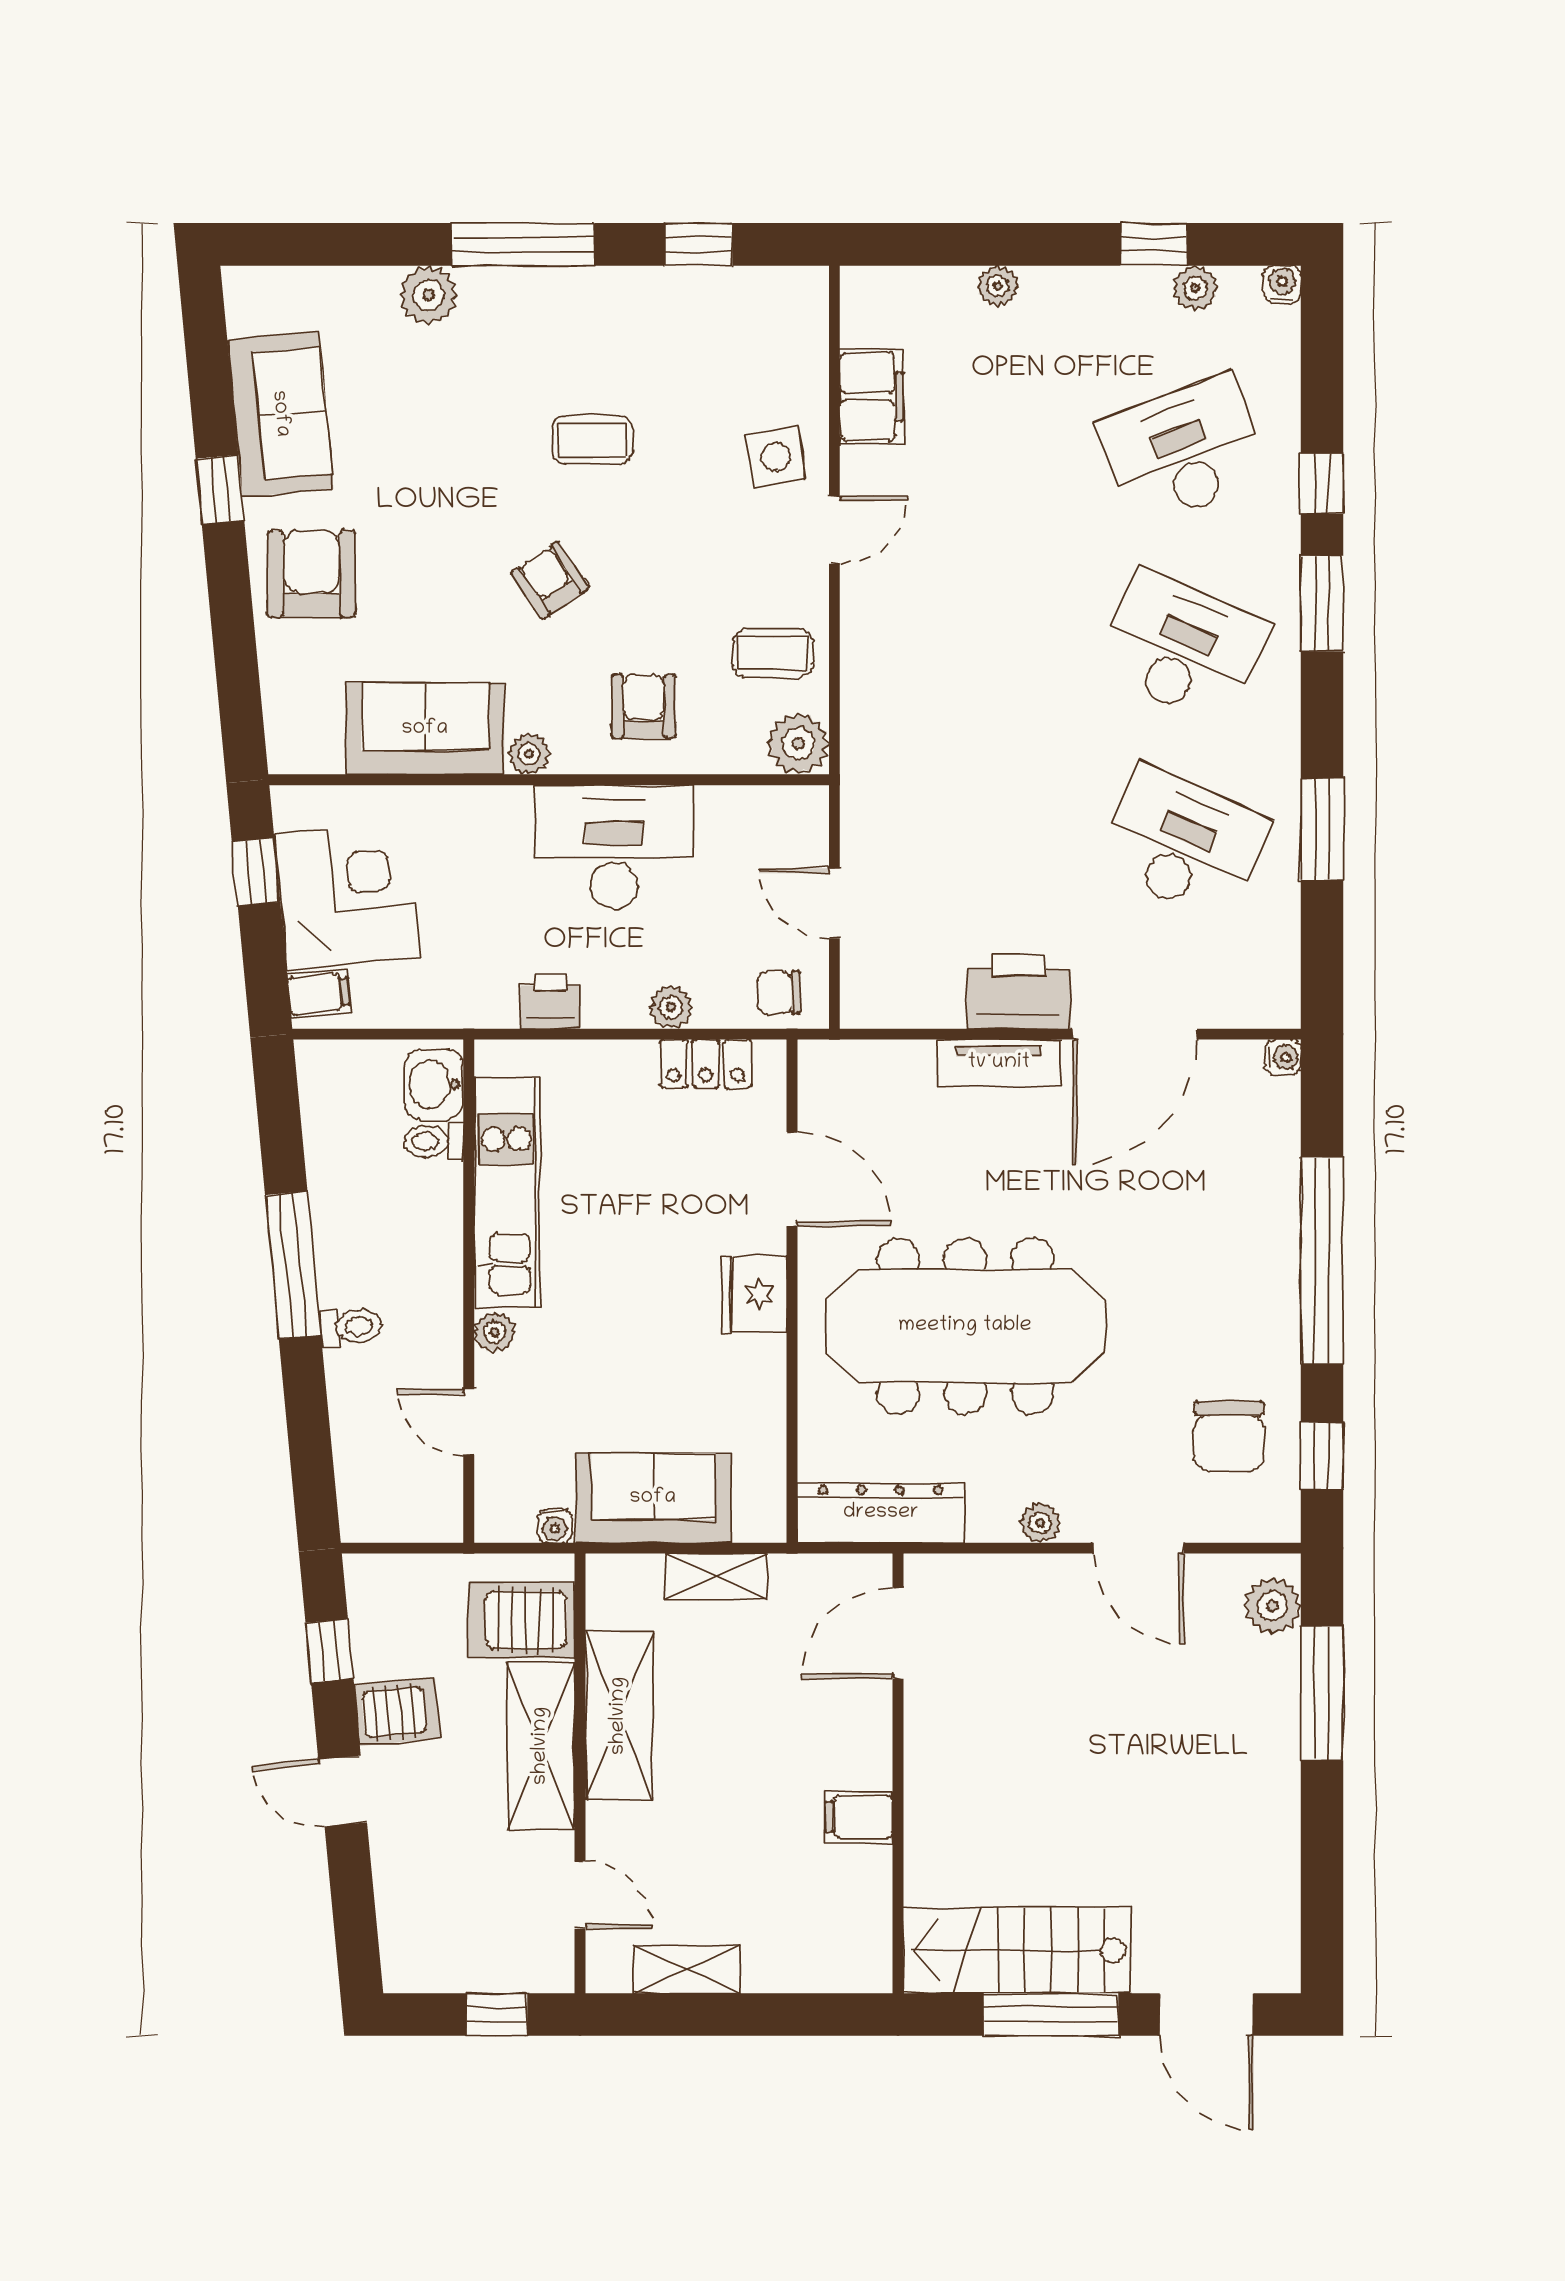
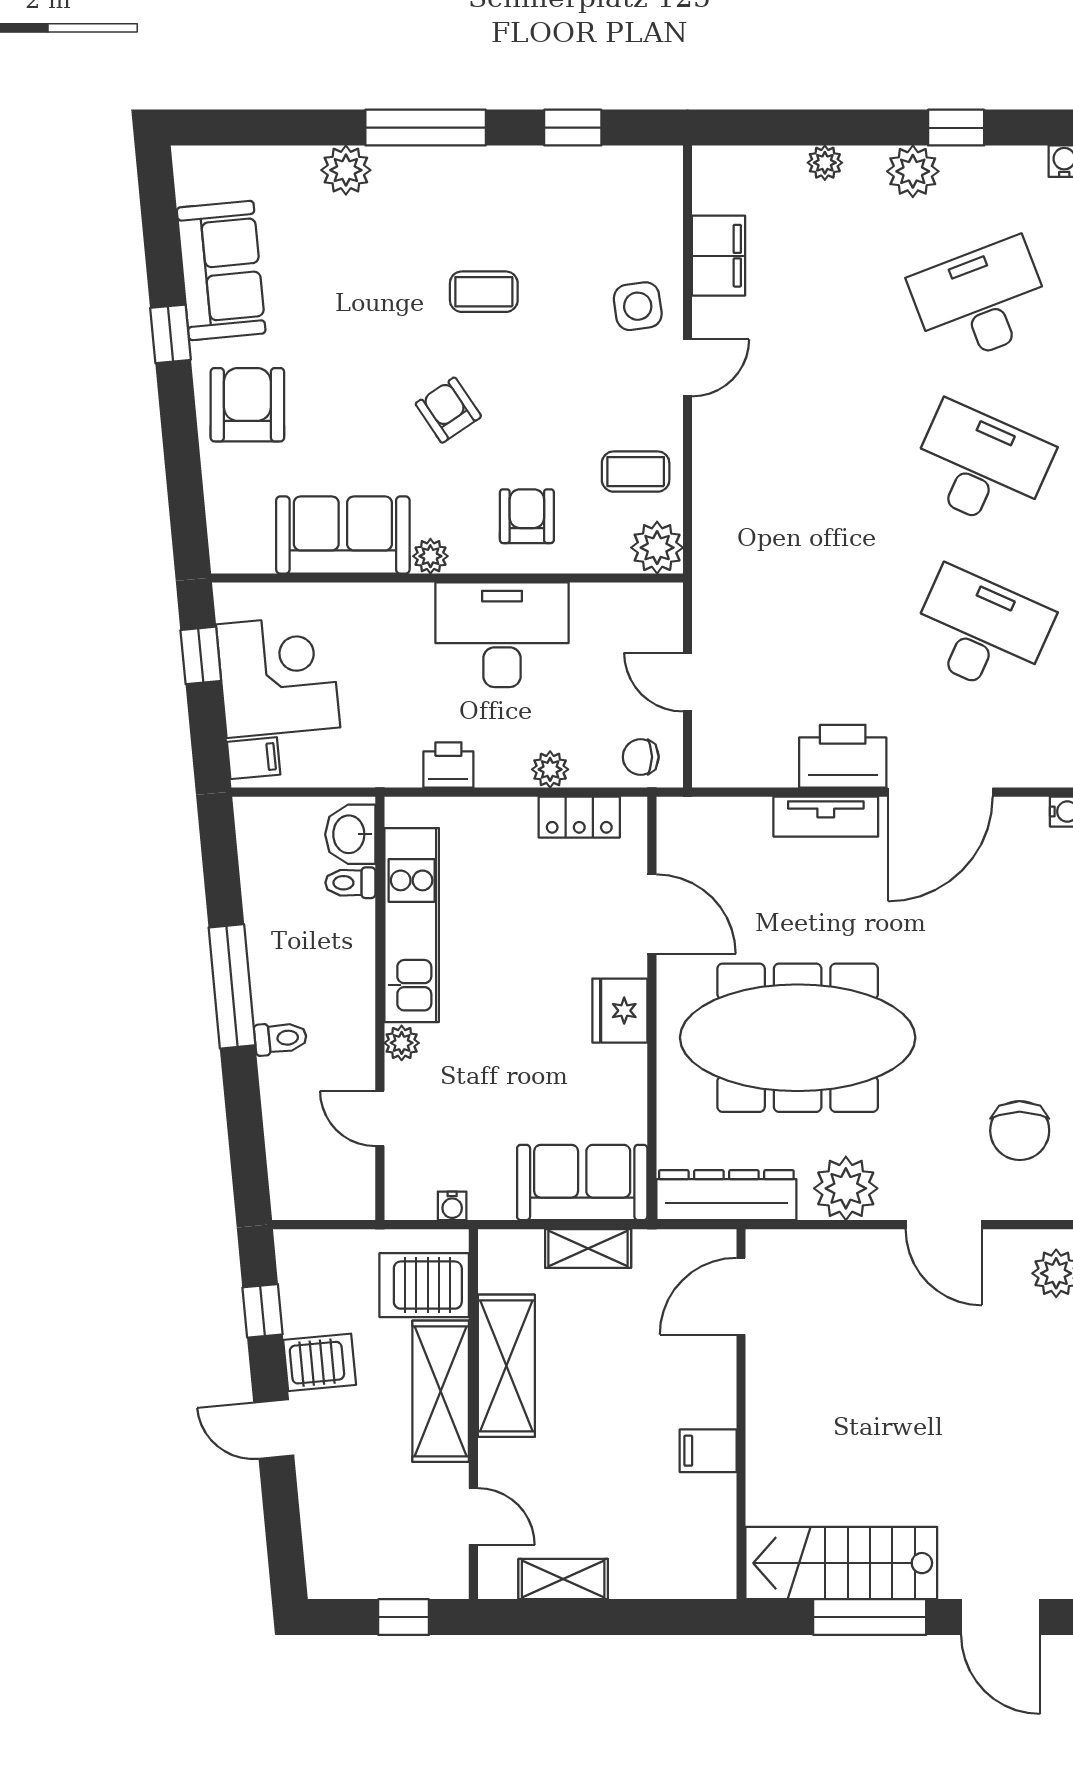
plant: (1195, 288) -> (913, 171), moved, width x1.38, depth x1.38
sofa: (653, 1498) -> (582, 1182), moved
plant: (1040, 1523) -> (846, 1188), width x1.87, depth x1.87

